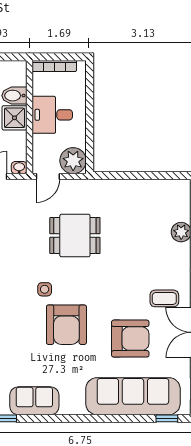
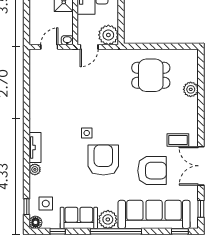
dining table: (75, 236) -> (151, 75), moved
armchair: (66, 325) -> (103, 160), turned 180
plant: (72, 403) -> (108, 219), added
window: (83, 418) -> (116, 231), added

